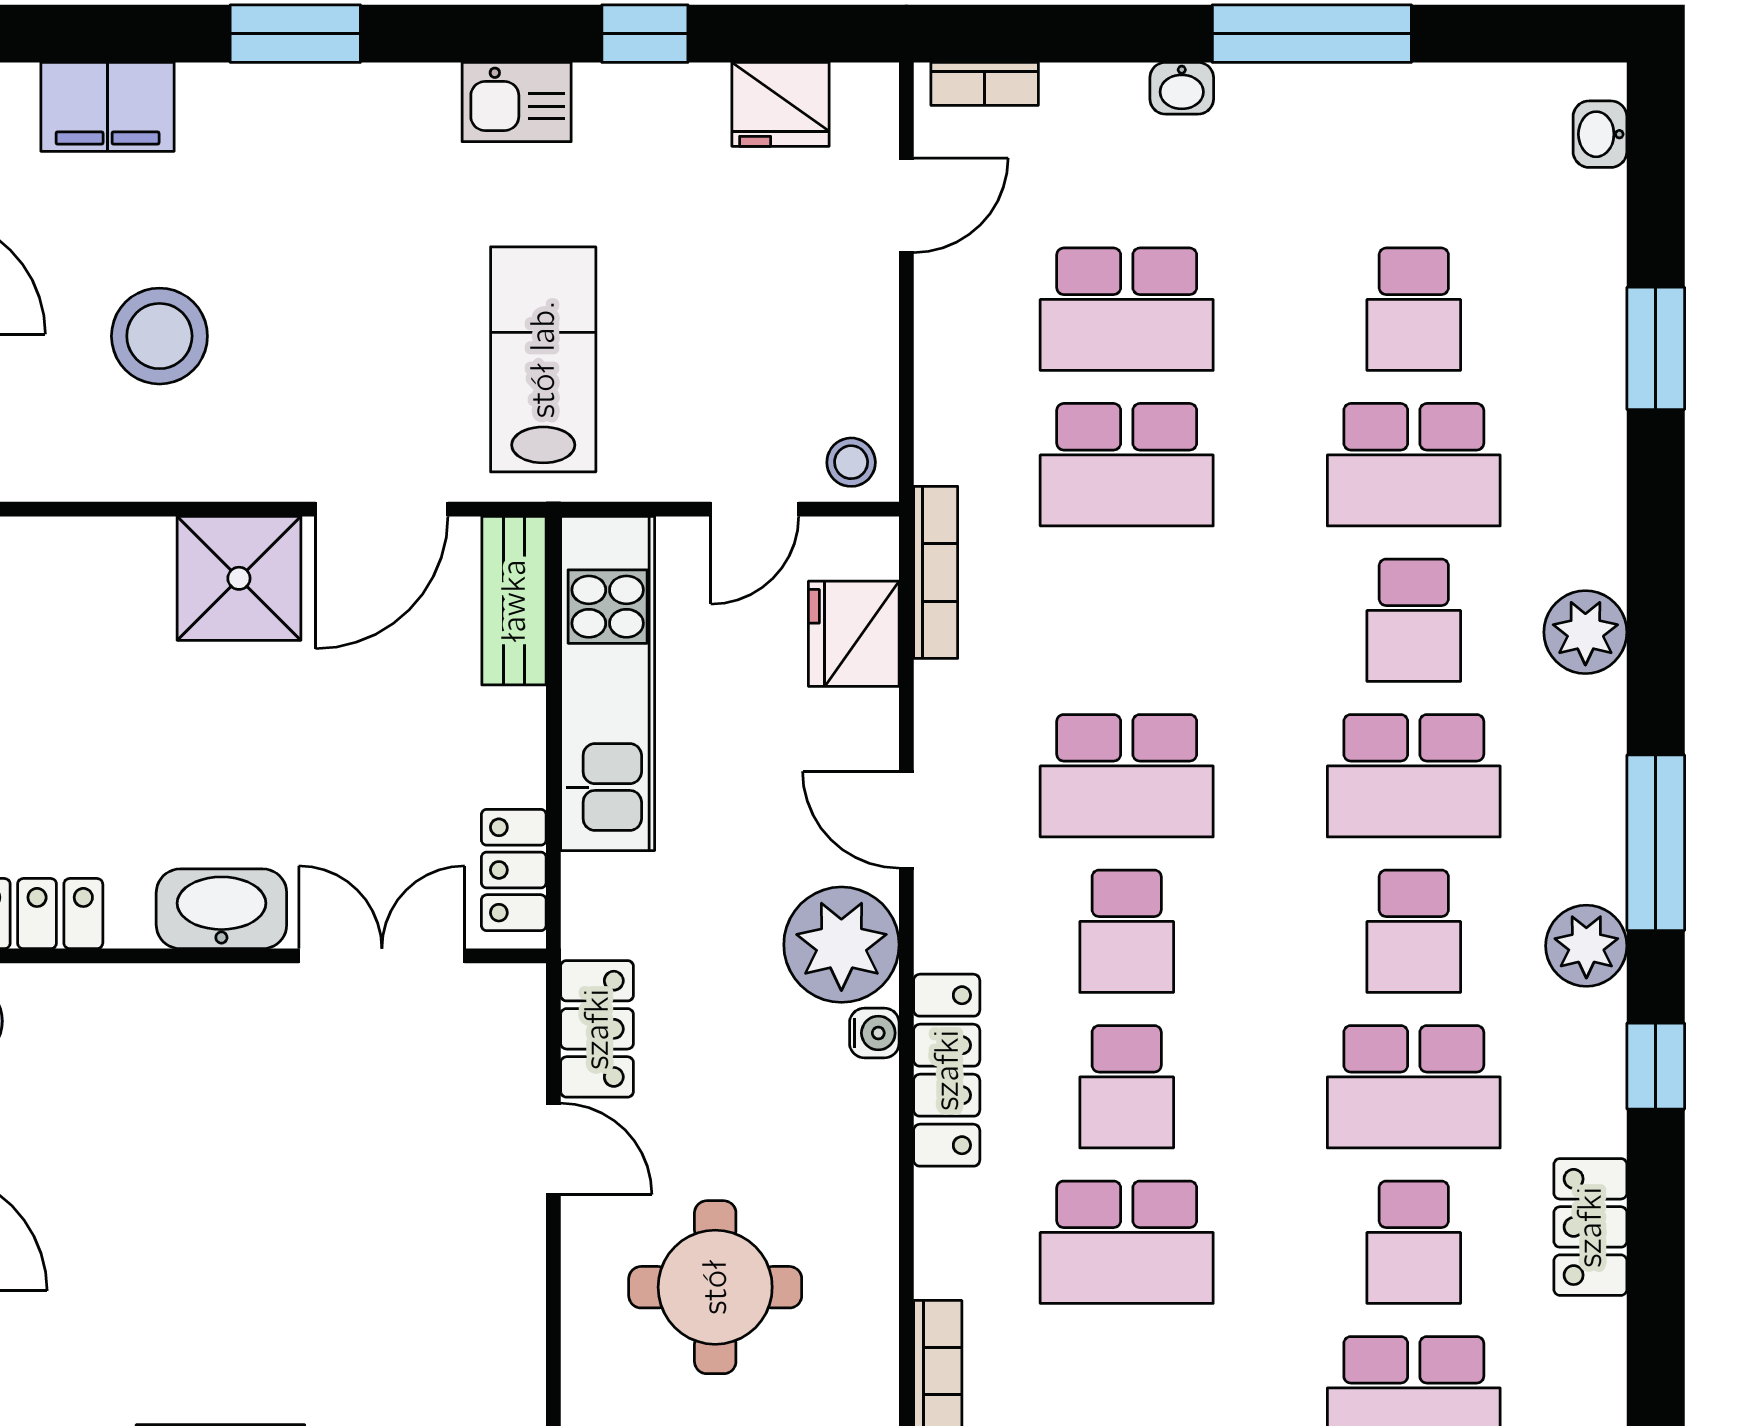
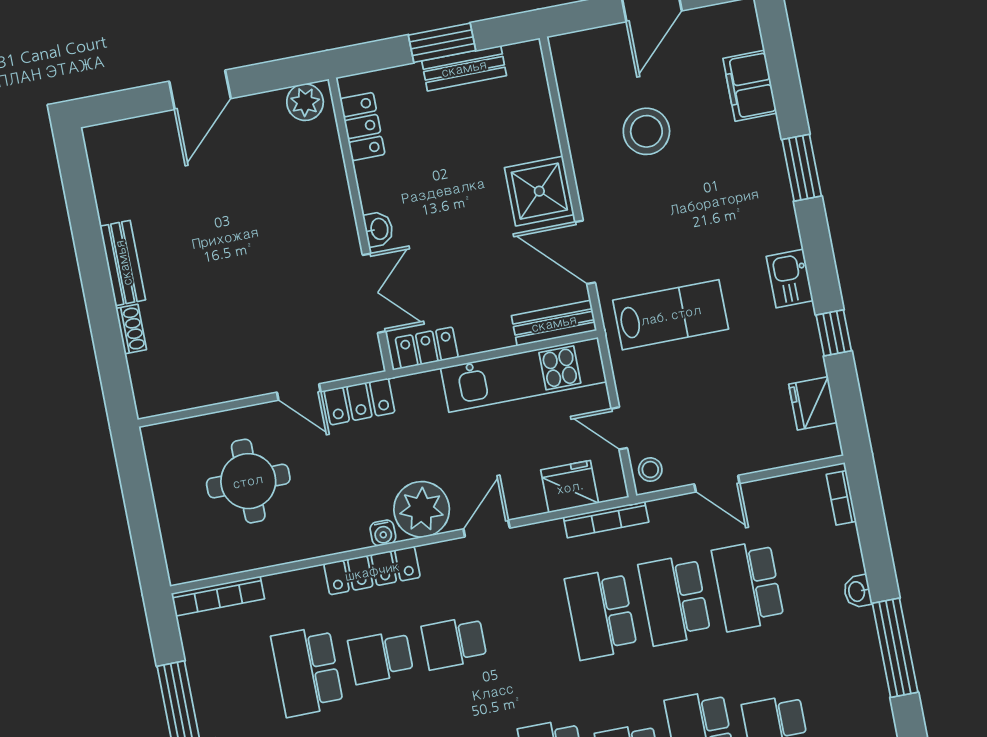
door: (906, 205) -> (717, 484), moved
school desk: (1127, 776) -> (601, 614), moved
washbasin: (221, 909) -> (379, 229), width x0.52, depth x0.69
door: (553, 1149) -> (299, 392), hinge flipped

